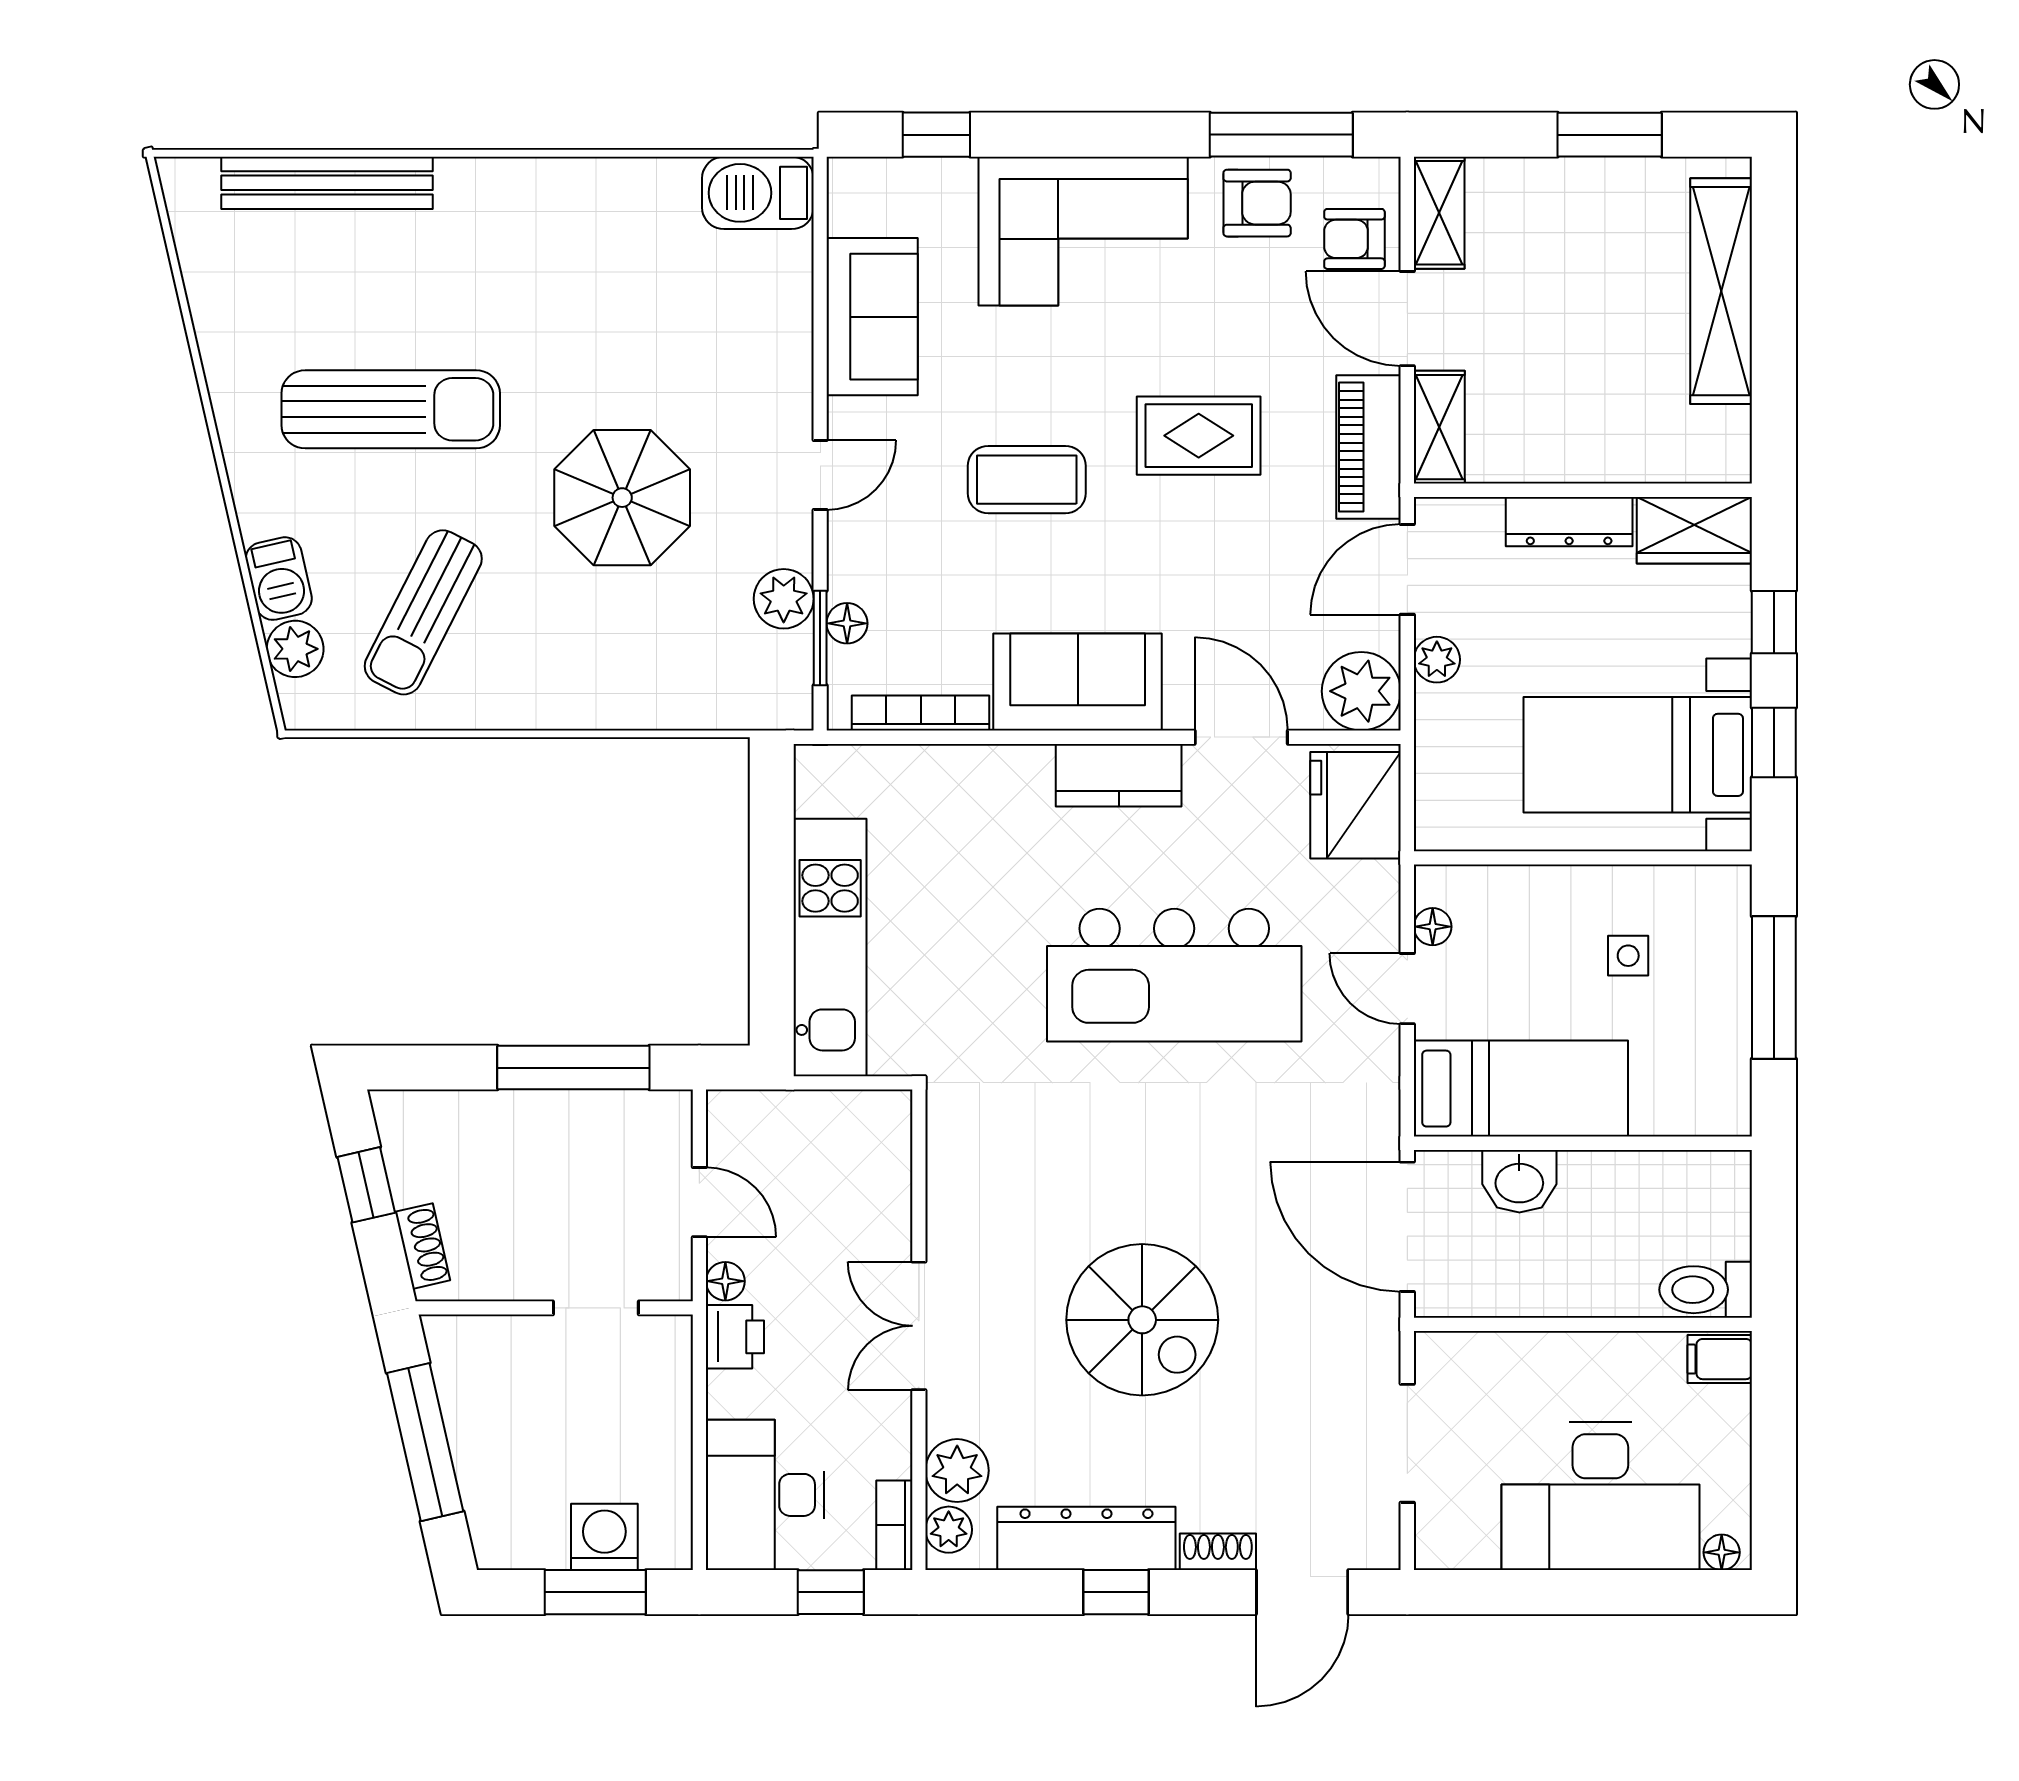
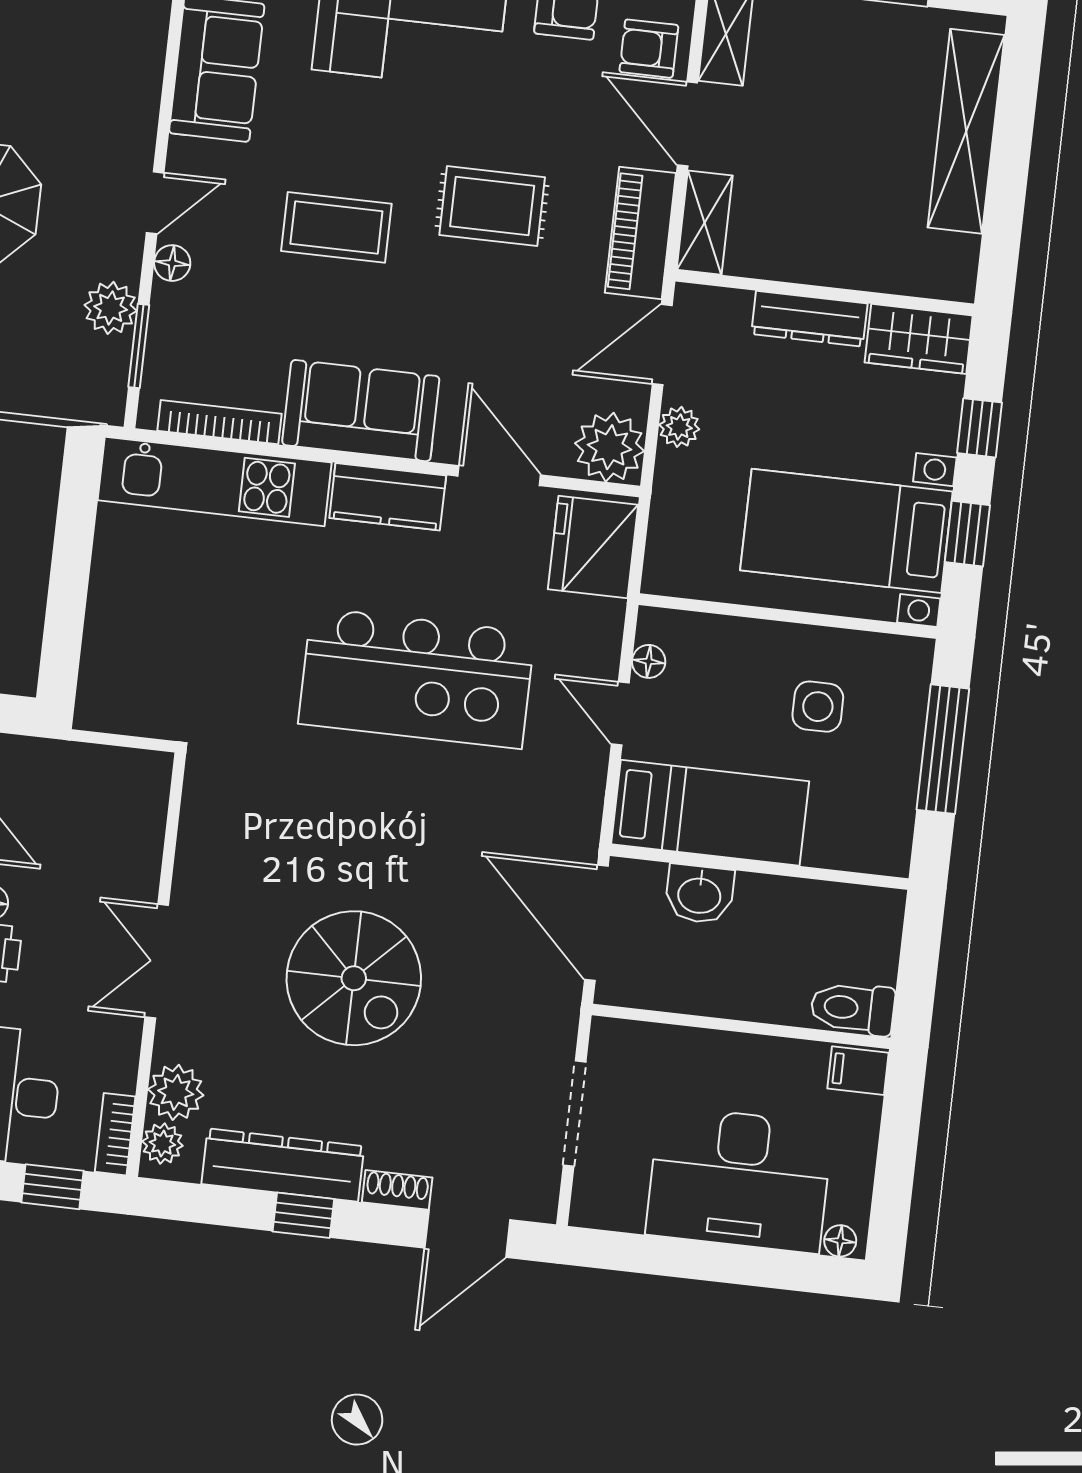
floor lamp: (847, 623) -> (172, 263), moved
kitchen unit: (830, 947) -> (215, 481), moved, turned 90
side table: (1628, 956) -> (818, 707), width x1.37, depth x1.37

